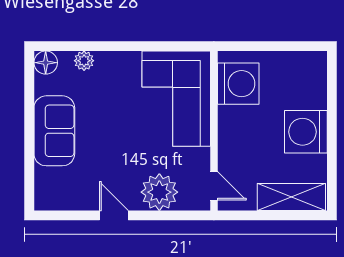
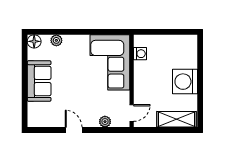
washing machine: (238, 84) -> (140, 54), width x0.53, depth x0.53
door: (214, 186) -> (132, 113), hinge flipped
plant: (159, 192) -> (105, 122), width x0.53, depth x0.53

